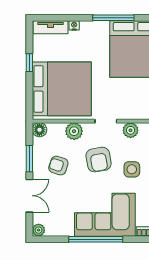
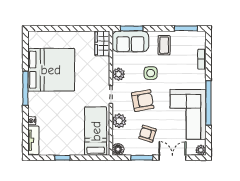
bed: (62, 89) -> (96, 131), width x0.49
armchair: (58, 166) -> (148, 134), turned 89
corner sofa: (105, 215) -> (188, 114), moved

